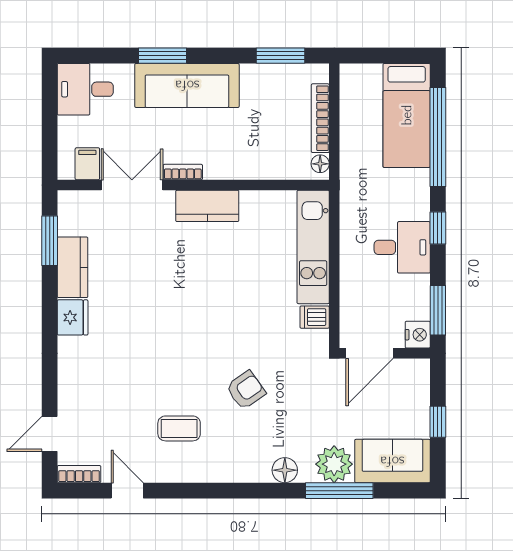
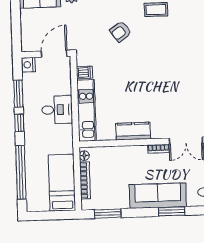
bed: (407, 115) -> (62, 183), moved
kitchen counter: (207, 206) -> (133, 131), moved
desk: (402, 247) -> (57, 110), moved, turned 180
window: (438, 310) -> (18, 94), moved
window: (438, 422) -> (16, 18), removed

